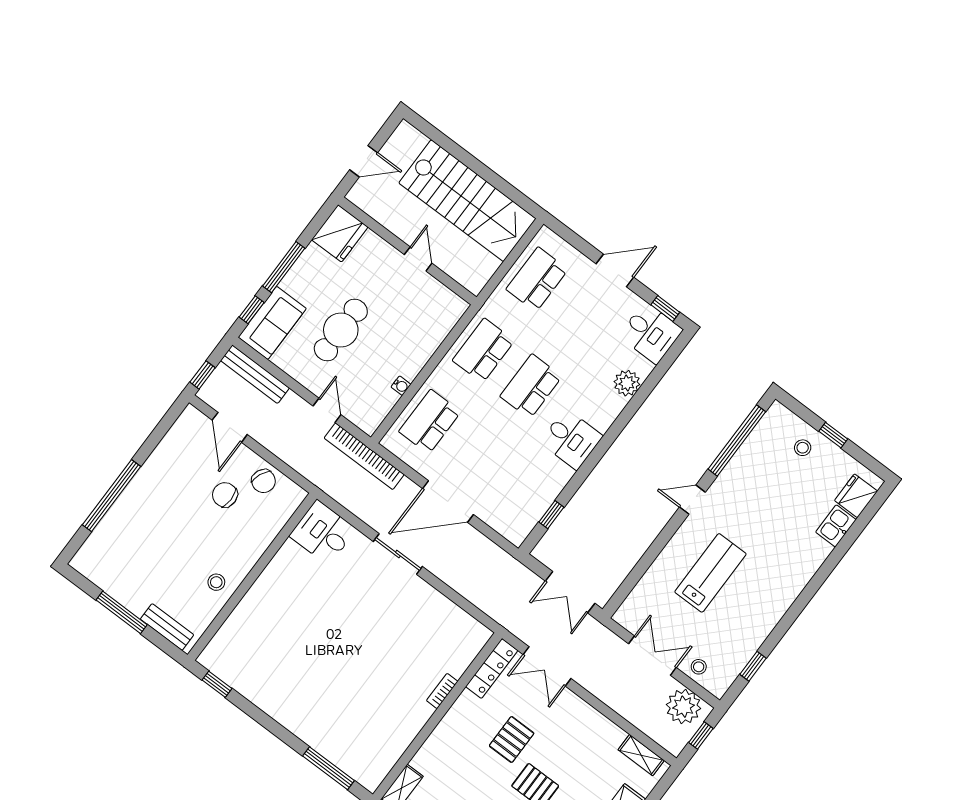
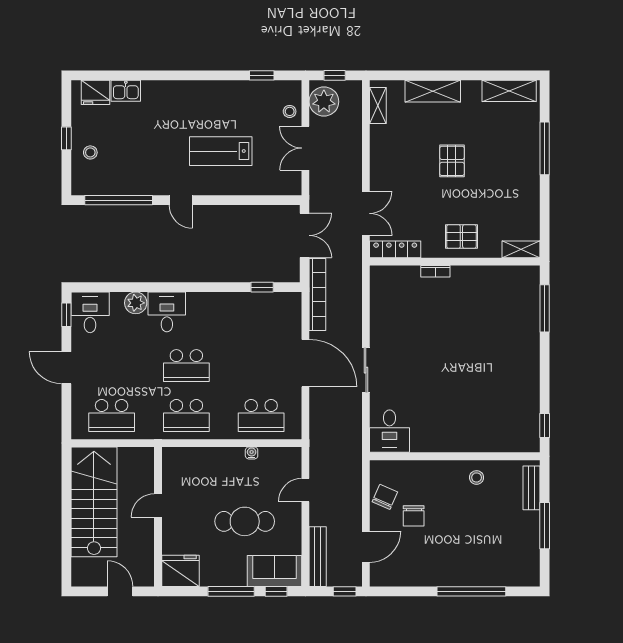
desk: (571, 439) -> (167, 312), moved
bookcase: (364, 456) -> (317, 295), moved
pallet: (512, 739) -> (461, 237), moved

